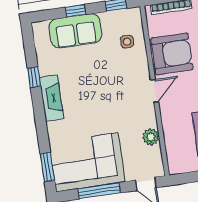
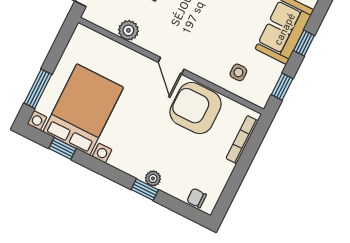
armchair: (172, 54) -> (196, 108), turned 90

